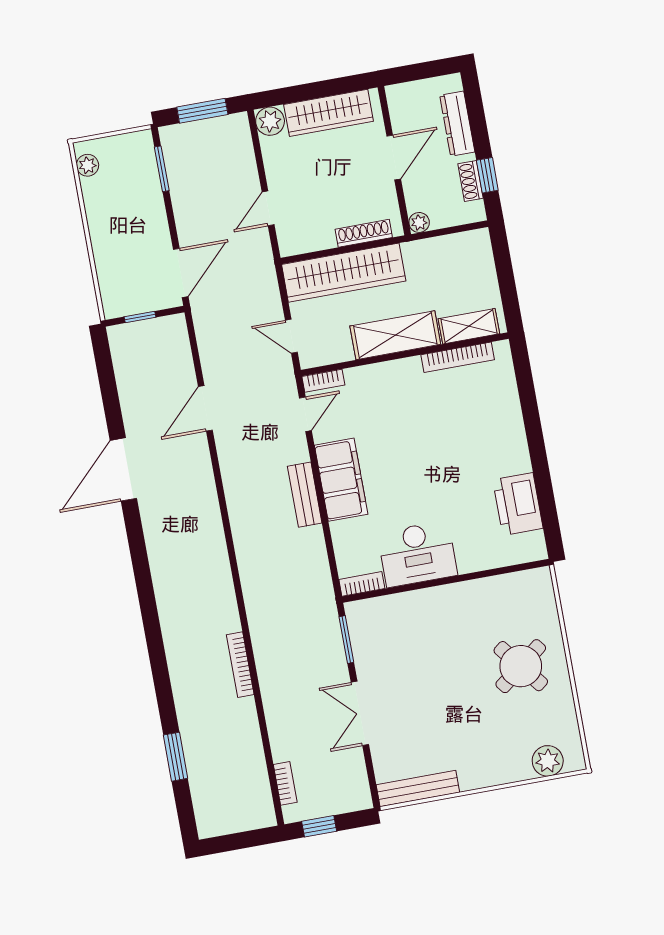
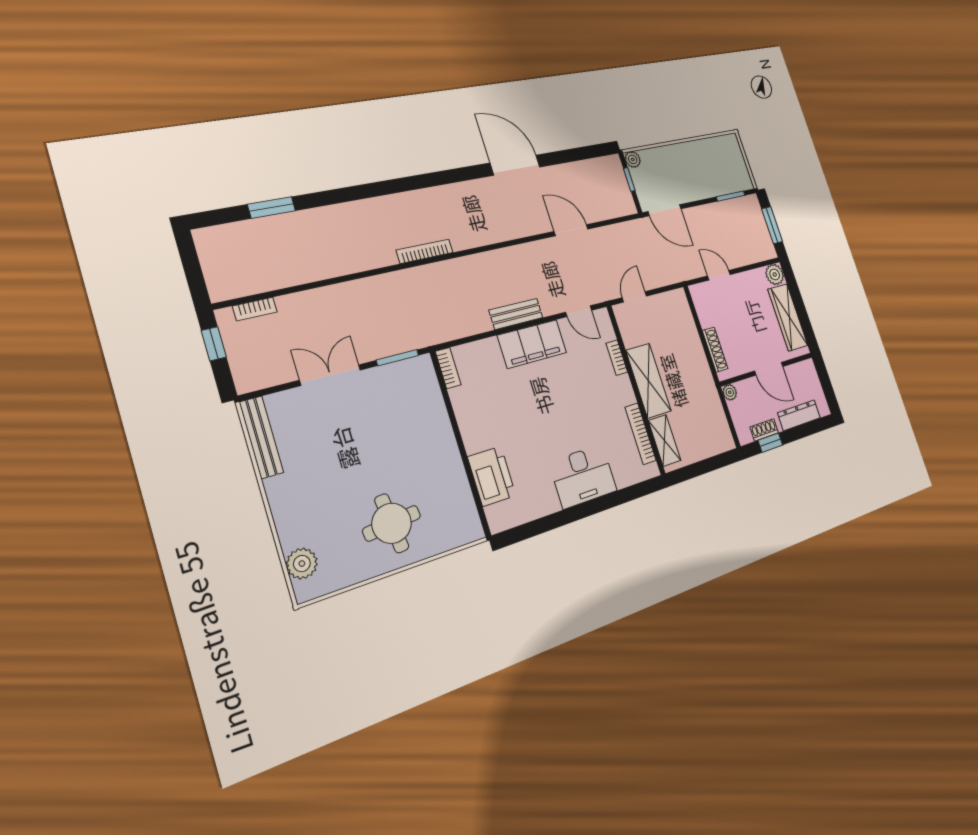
plant: (88, 165) -> (633, 159), moved
wardrobe: (344, 273) -> (686, 336), removed
bookcase: (323, 381) -> (617, 358), moved
printer: (518, 504) -> (492, 476), moved, turned 90
desk: (417, 554) -> (583, 476), moved, turned -90
bookcase: (240, 665) -> (425, 251), moved
round table: (521, 666) -> (392, 523), turned 32

